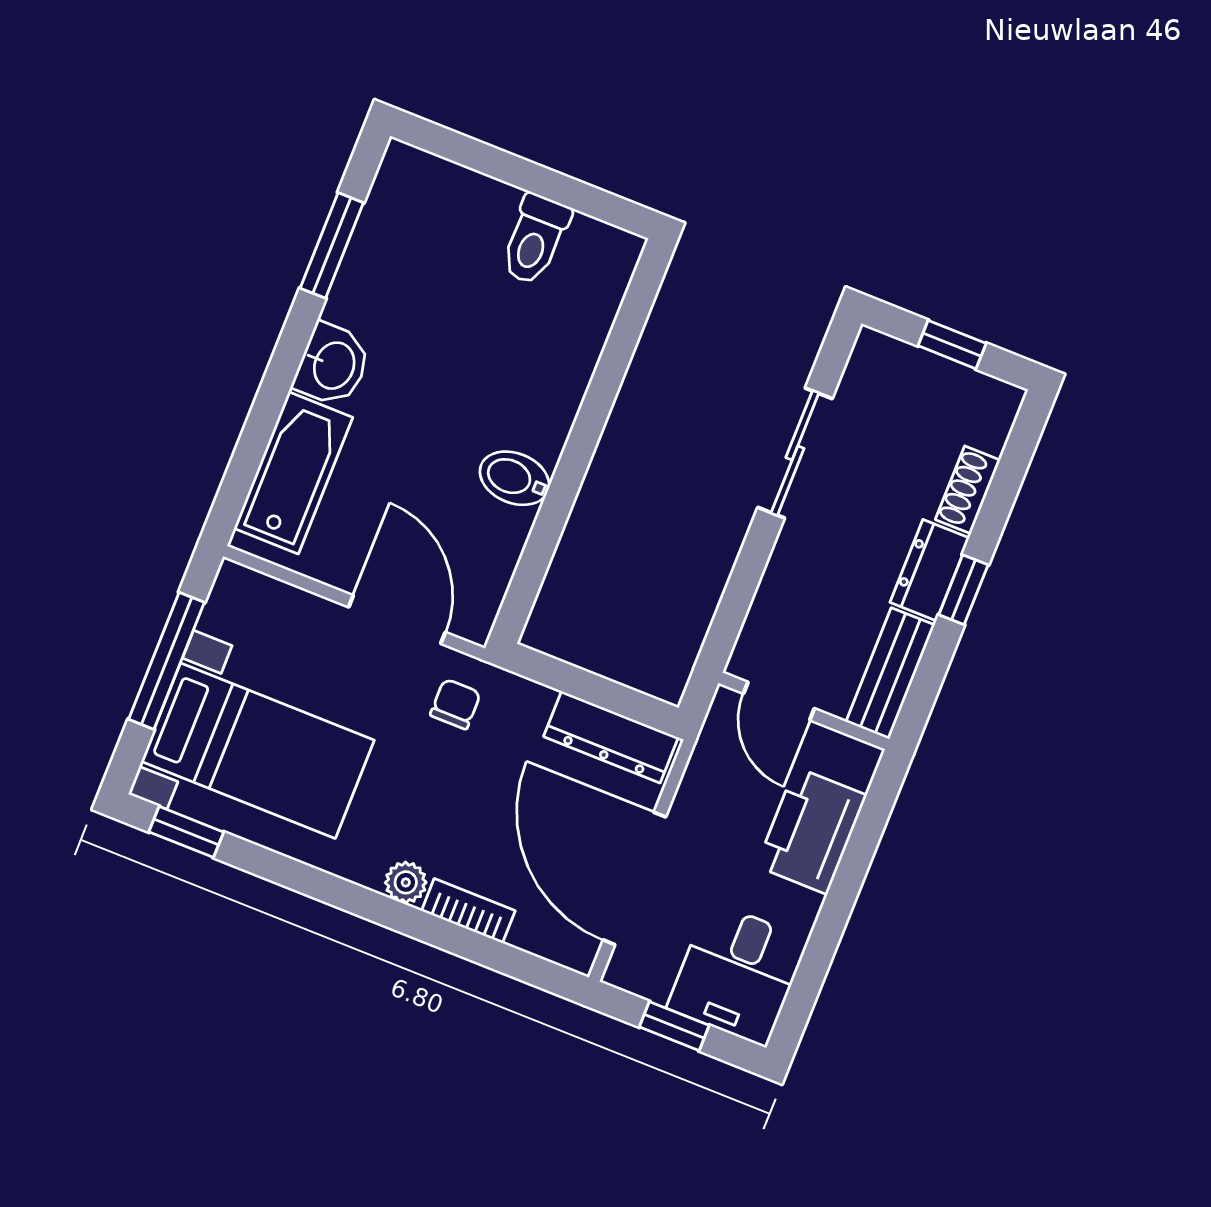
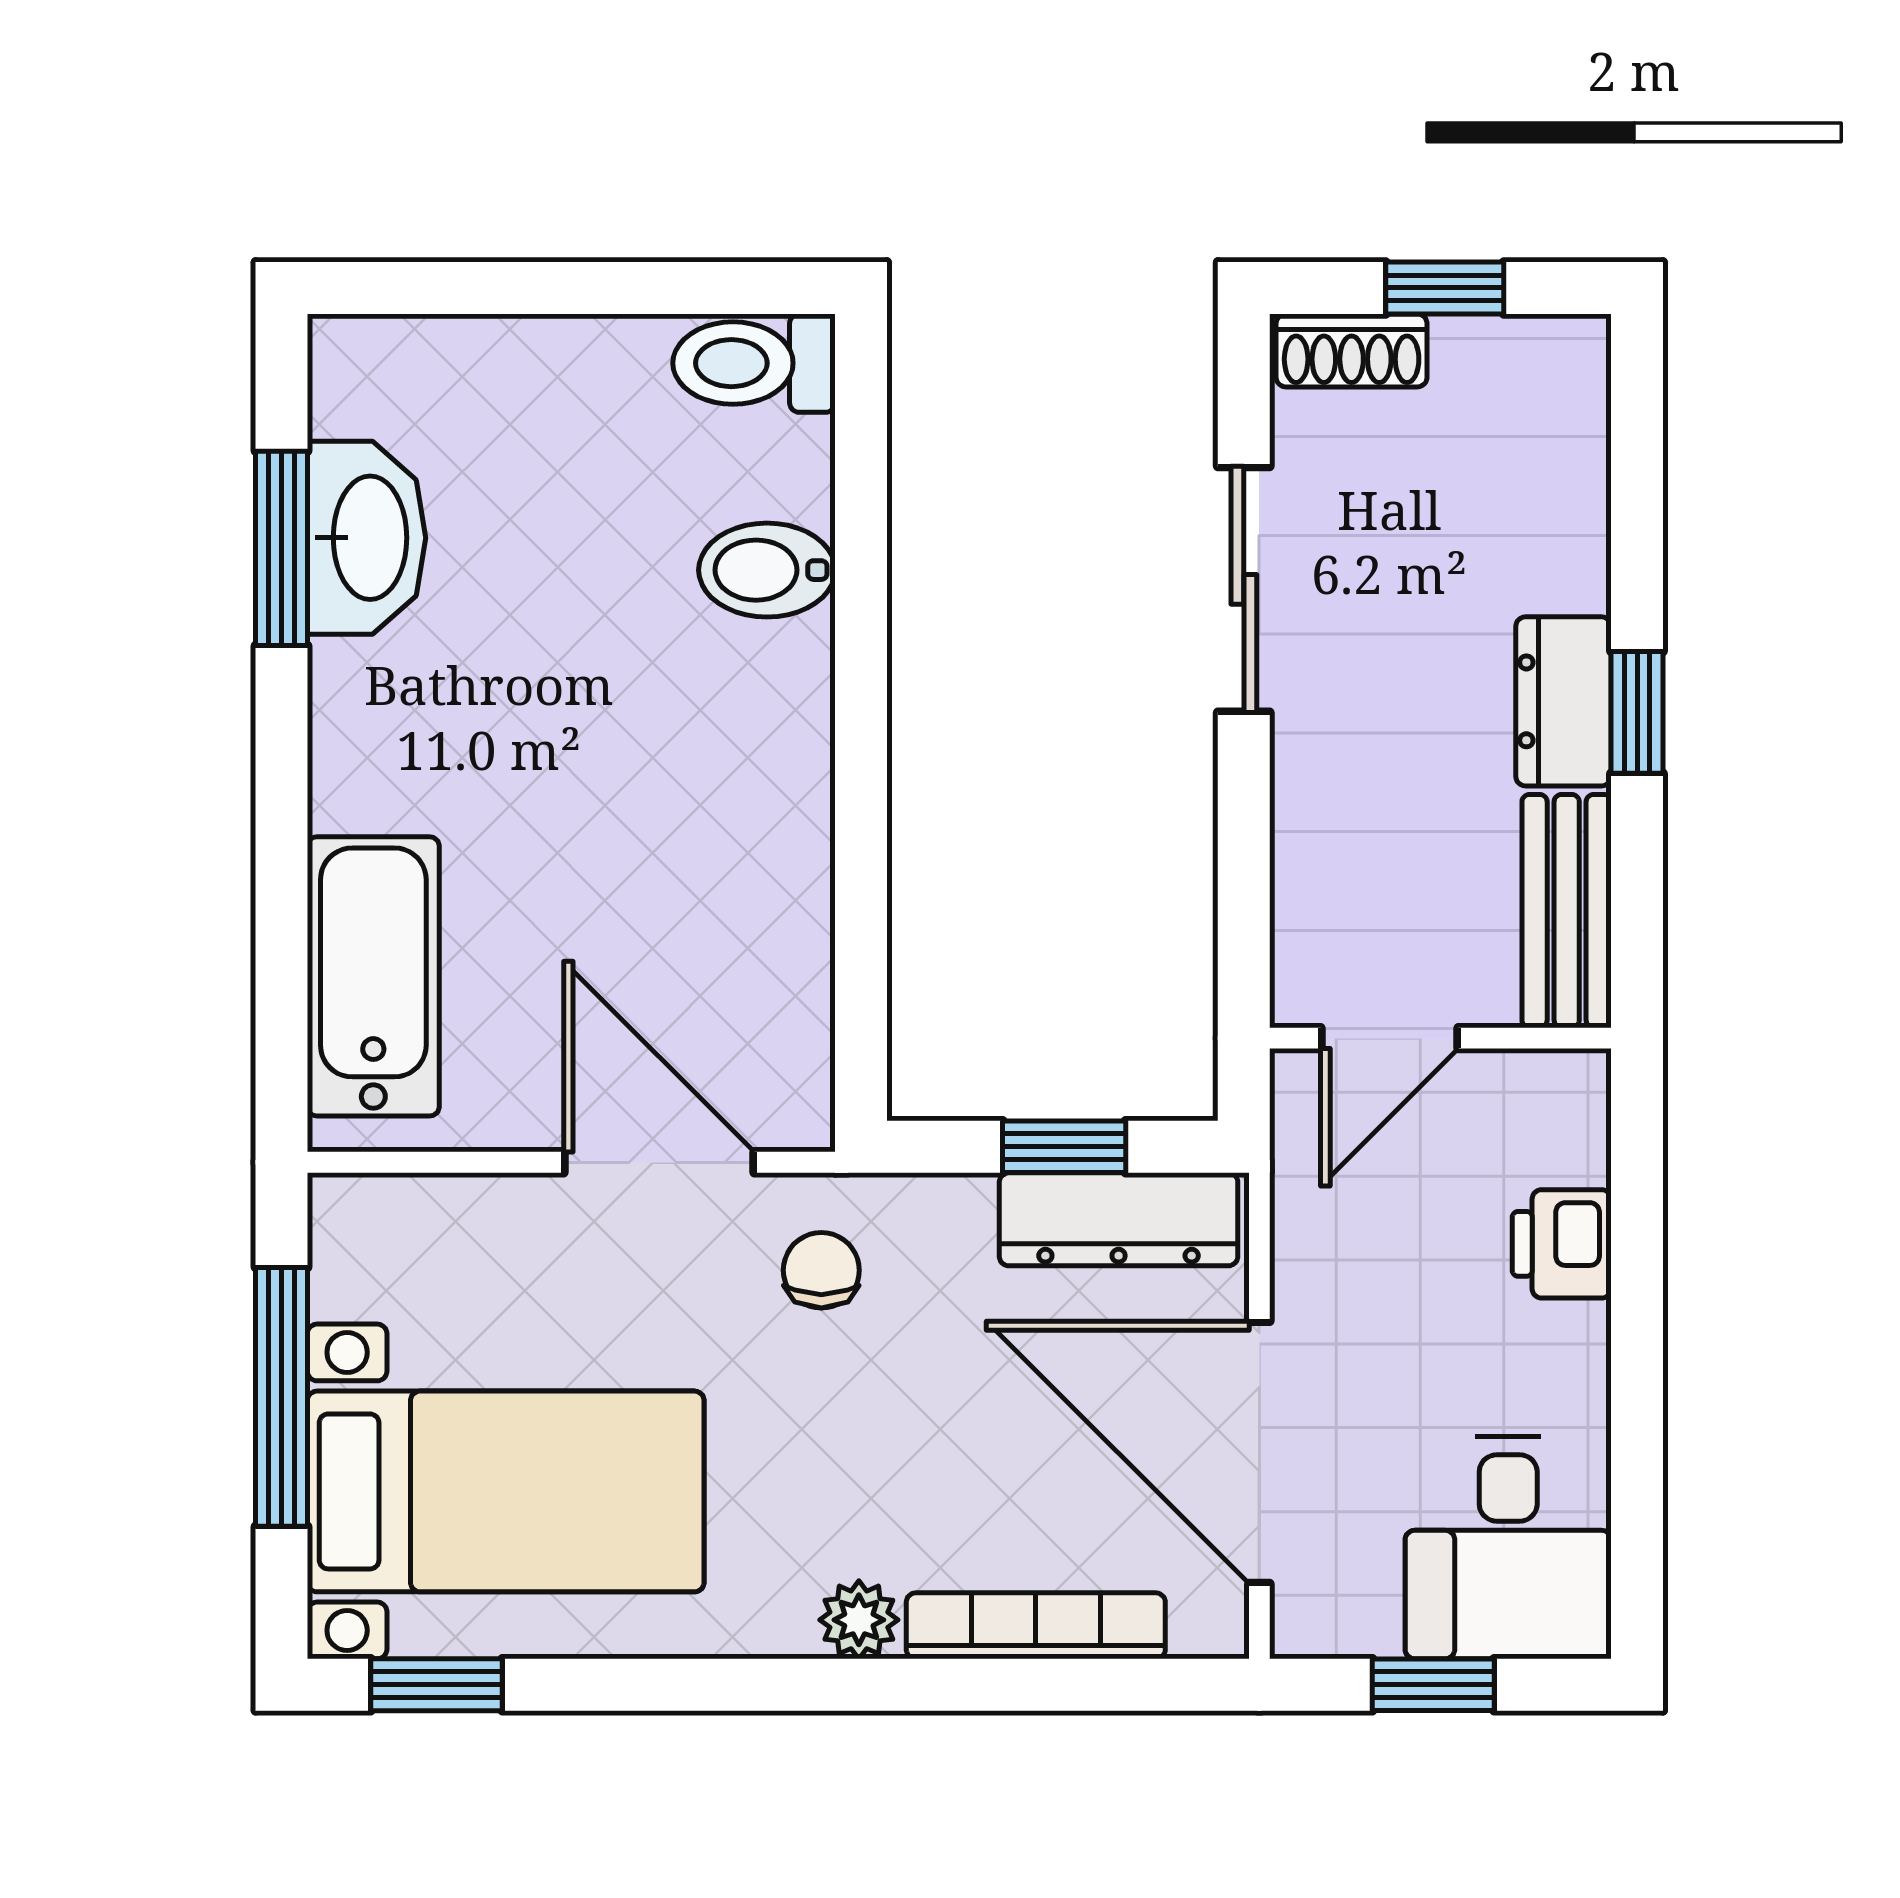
toilet: (535, 239) -> (754, 363), moved, turned 90
washbasin: (332, 365) -> (367, 538), moved, width x1.38
bidet: (514, 478) -> (767, 570), moved
shoe rack: (968, 490) -> (1352, 350), moved, turned -90
window: (598, 691) -> (1064, 1147), added
door: (779, 701) -> (1390, 1038), hinge flipped
printer: (811, 831) -> (1562, 1244), width x0.53, depth x0.68
bookcase: (468, 911) -> (1036, 1626), width x1.56

